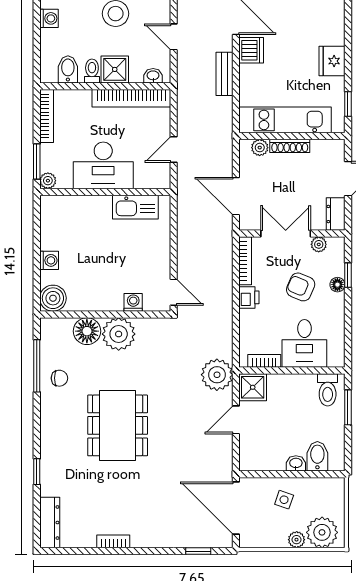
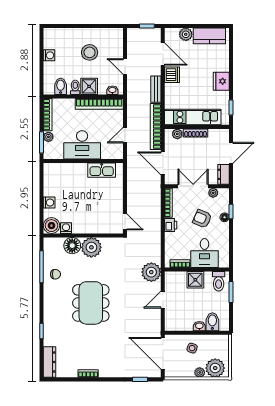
bookcase: (224, 135) -> (156, 127), added
plant: (48, 181) -> (48, 137), moved
washing machine: (133, 302) -> (66, 228), moved
shower: (253, 387) -> (195, 280), moved

